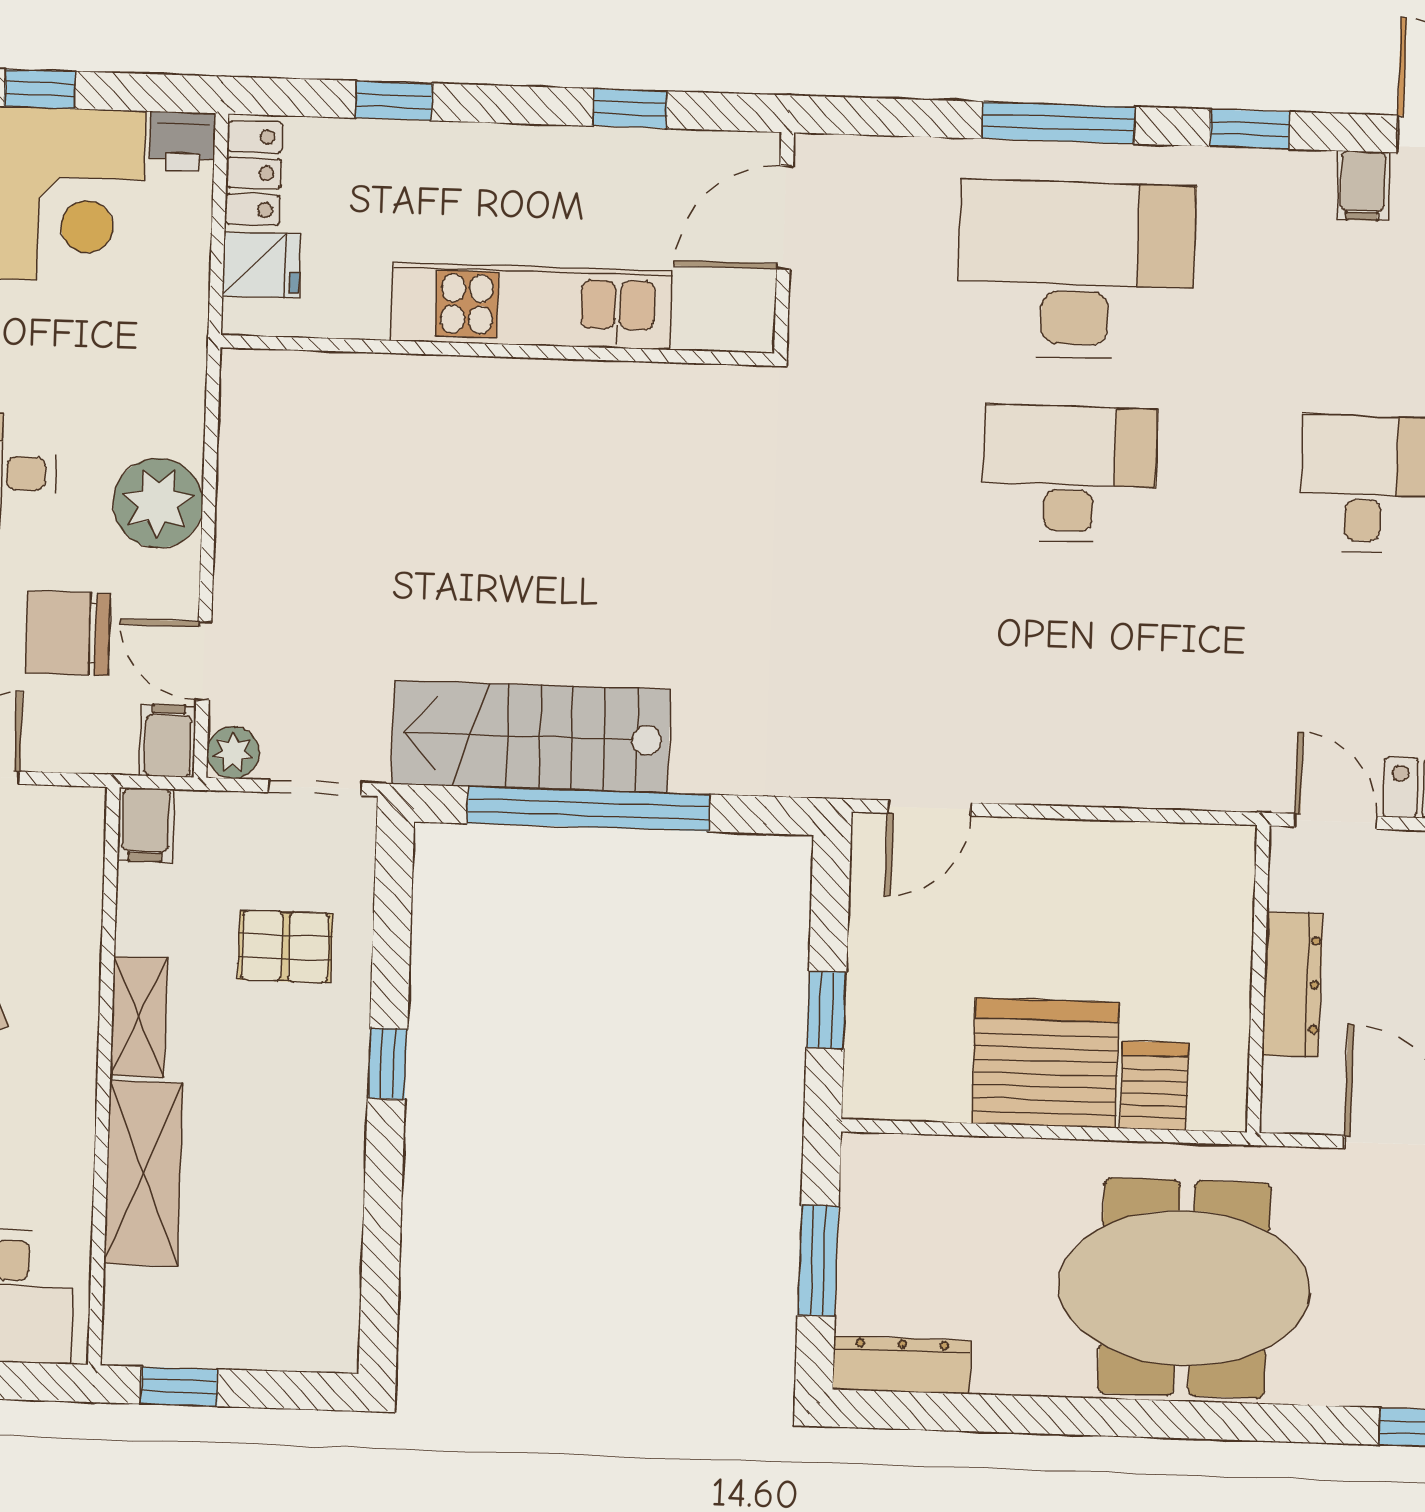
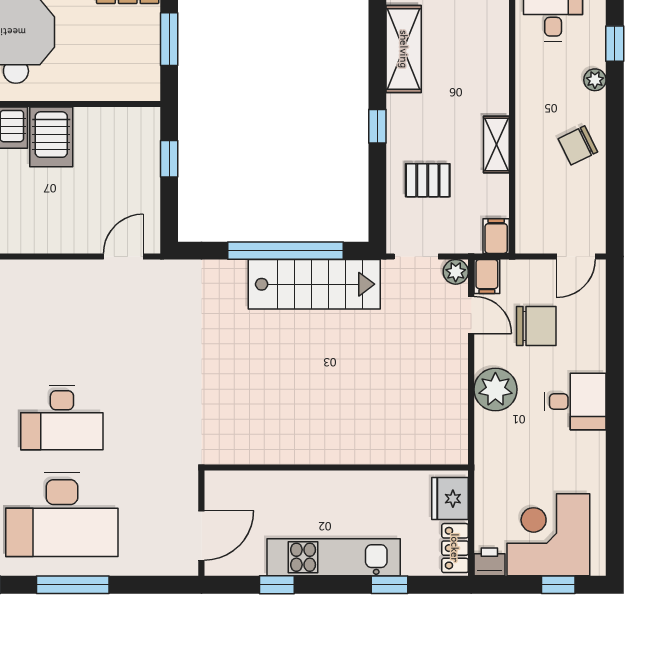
fridge: (261, 265) -> (450, 499), width x1.38
kitchen unit: (531, 306) -> (334, 557), moved, turned 180
server rack: (1045, 1063) -> (51, 137), width x0.63
shelving: (143, 1173) -> (404, 49), moved

